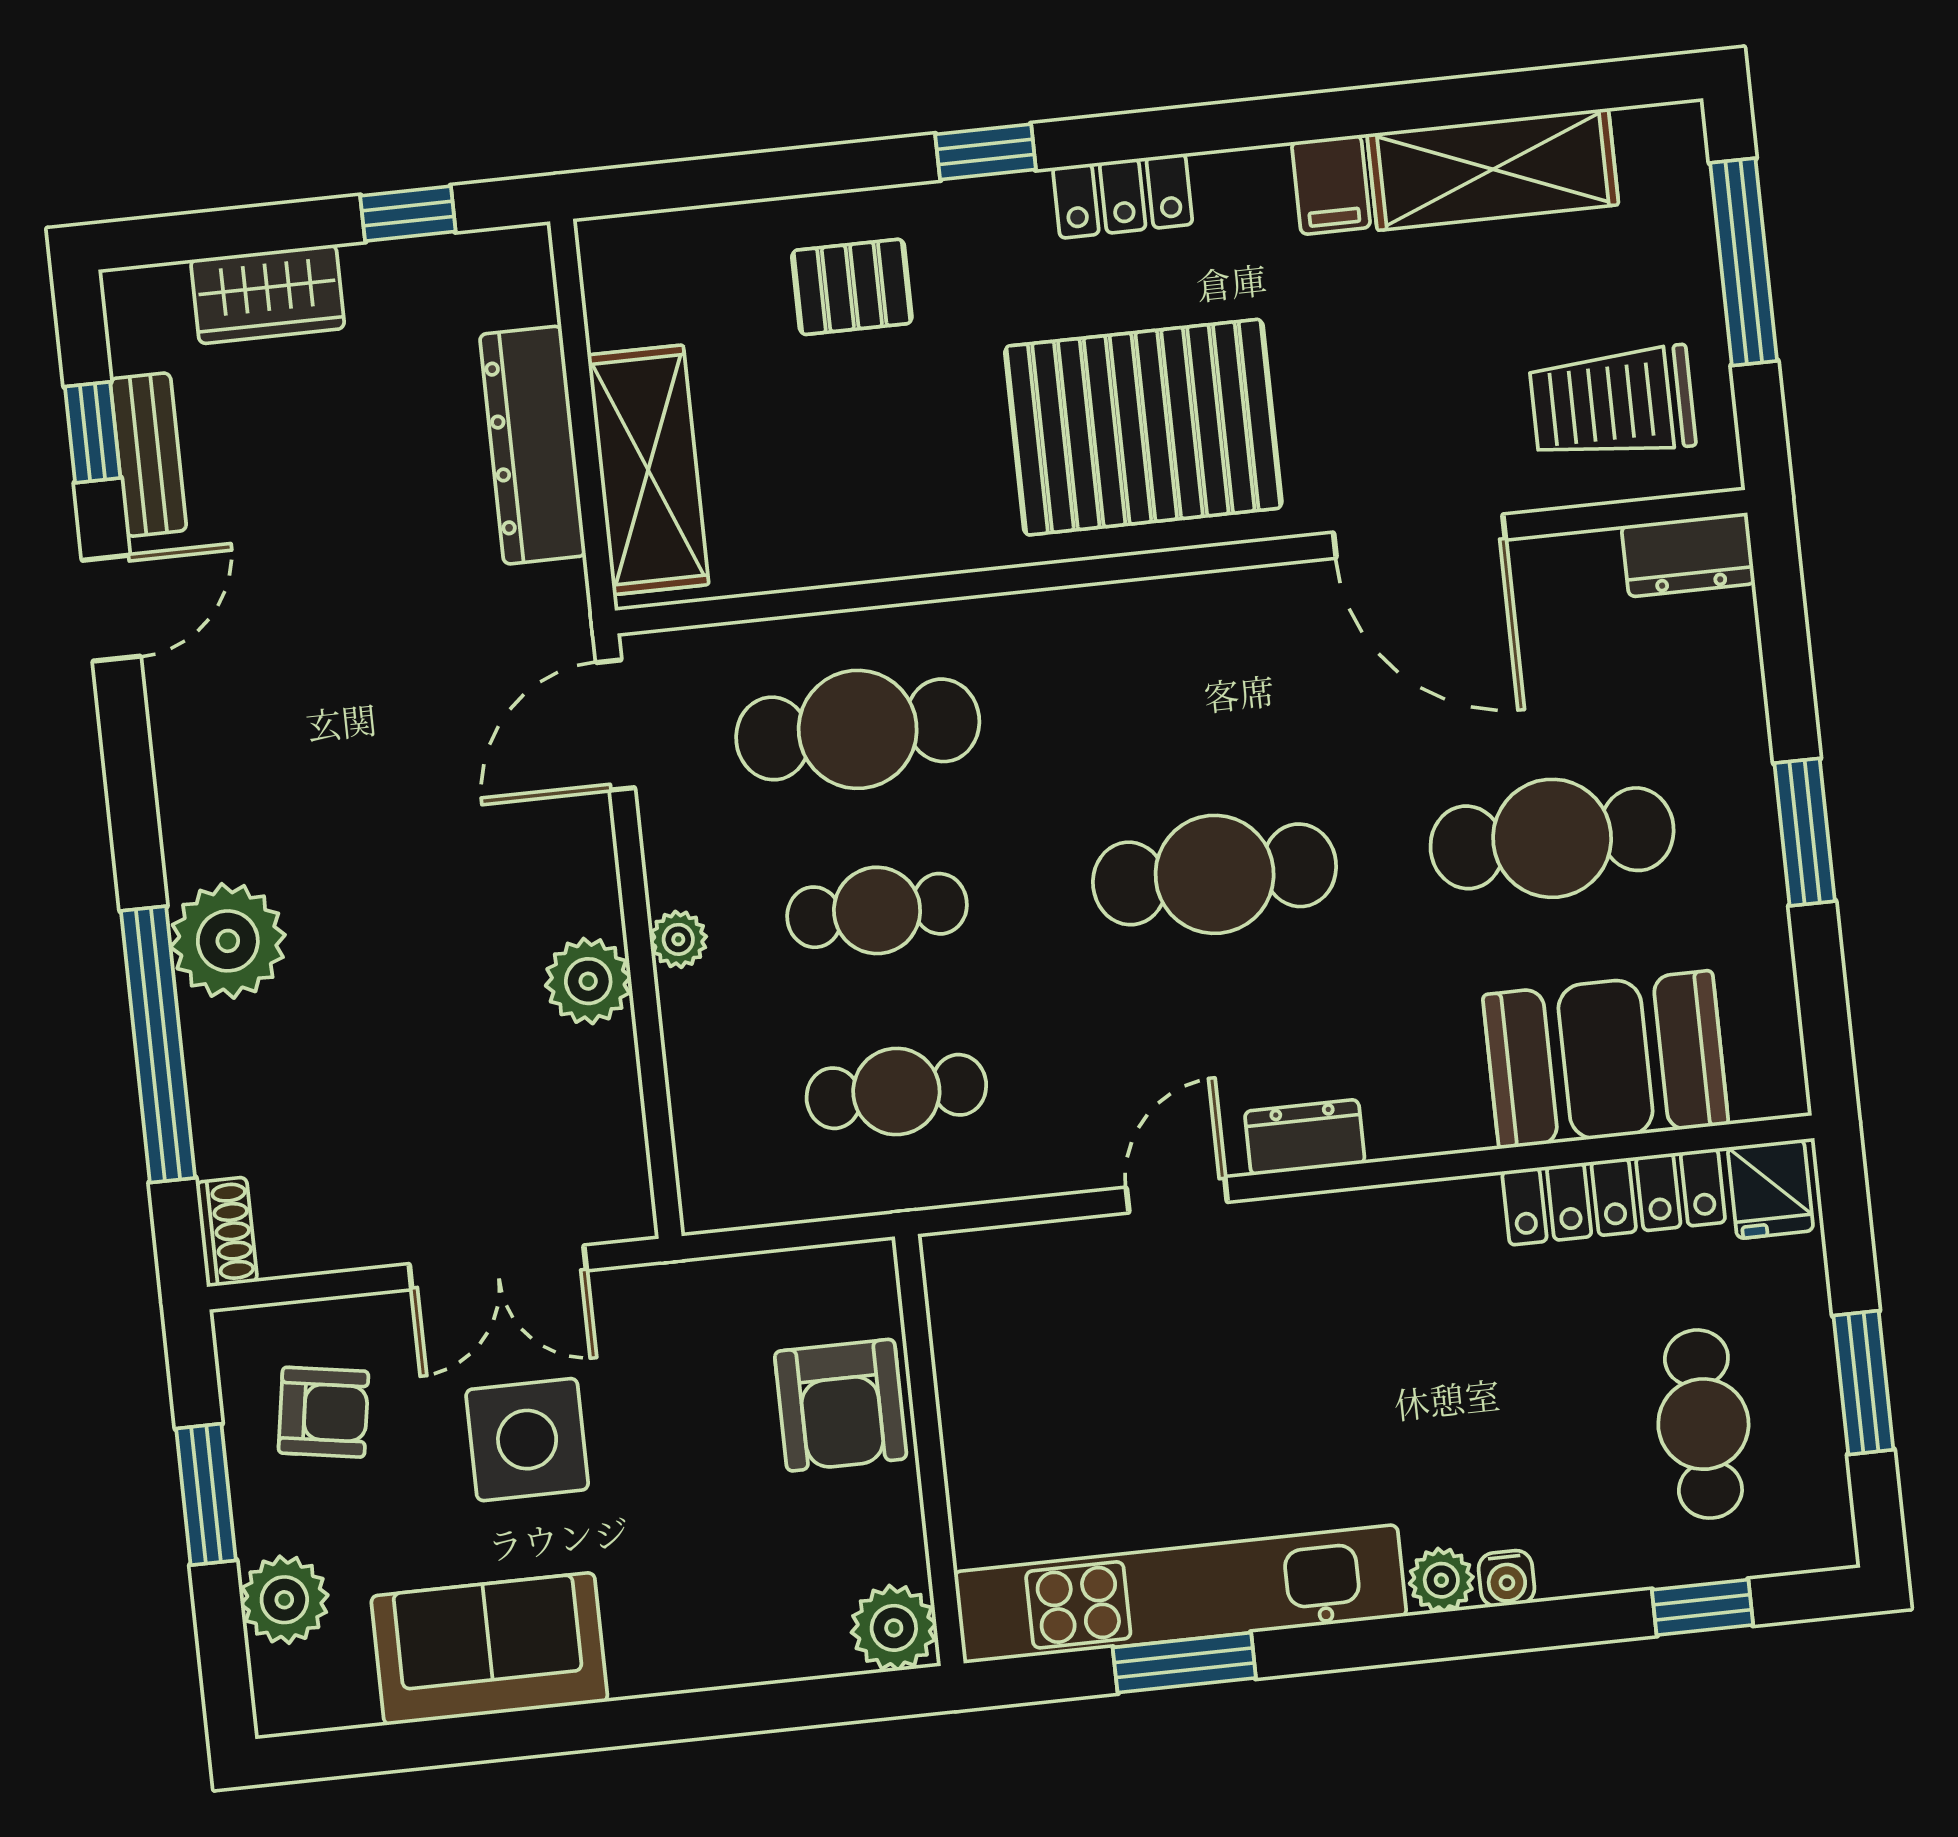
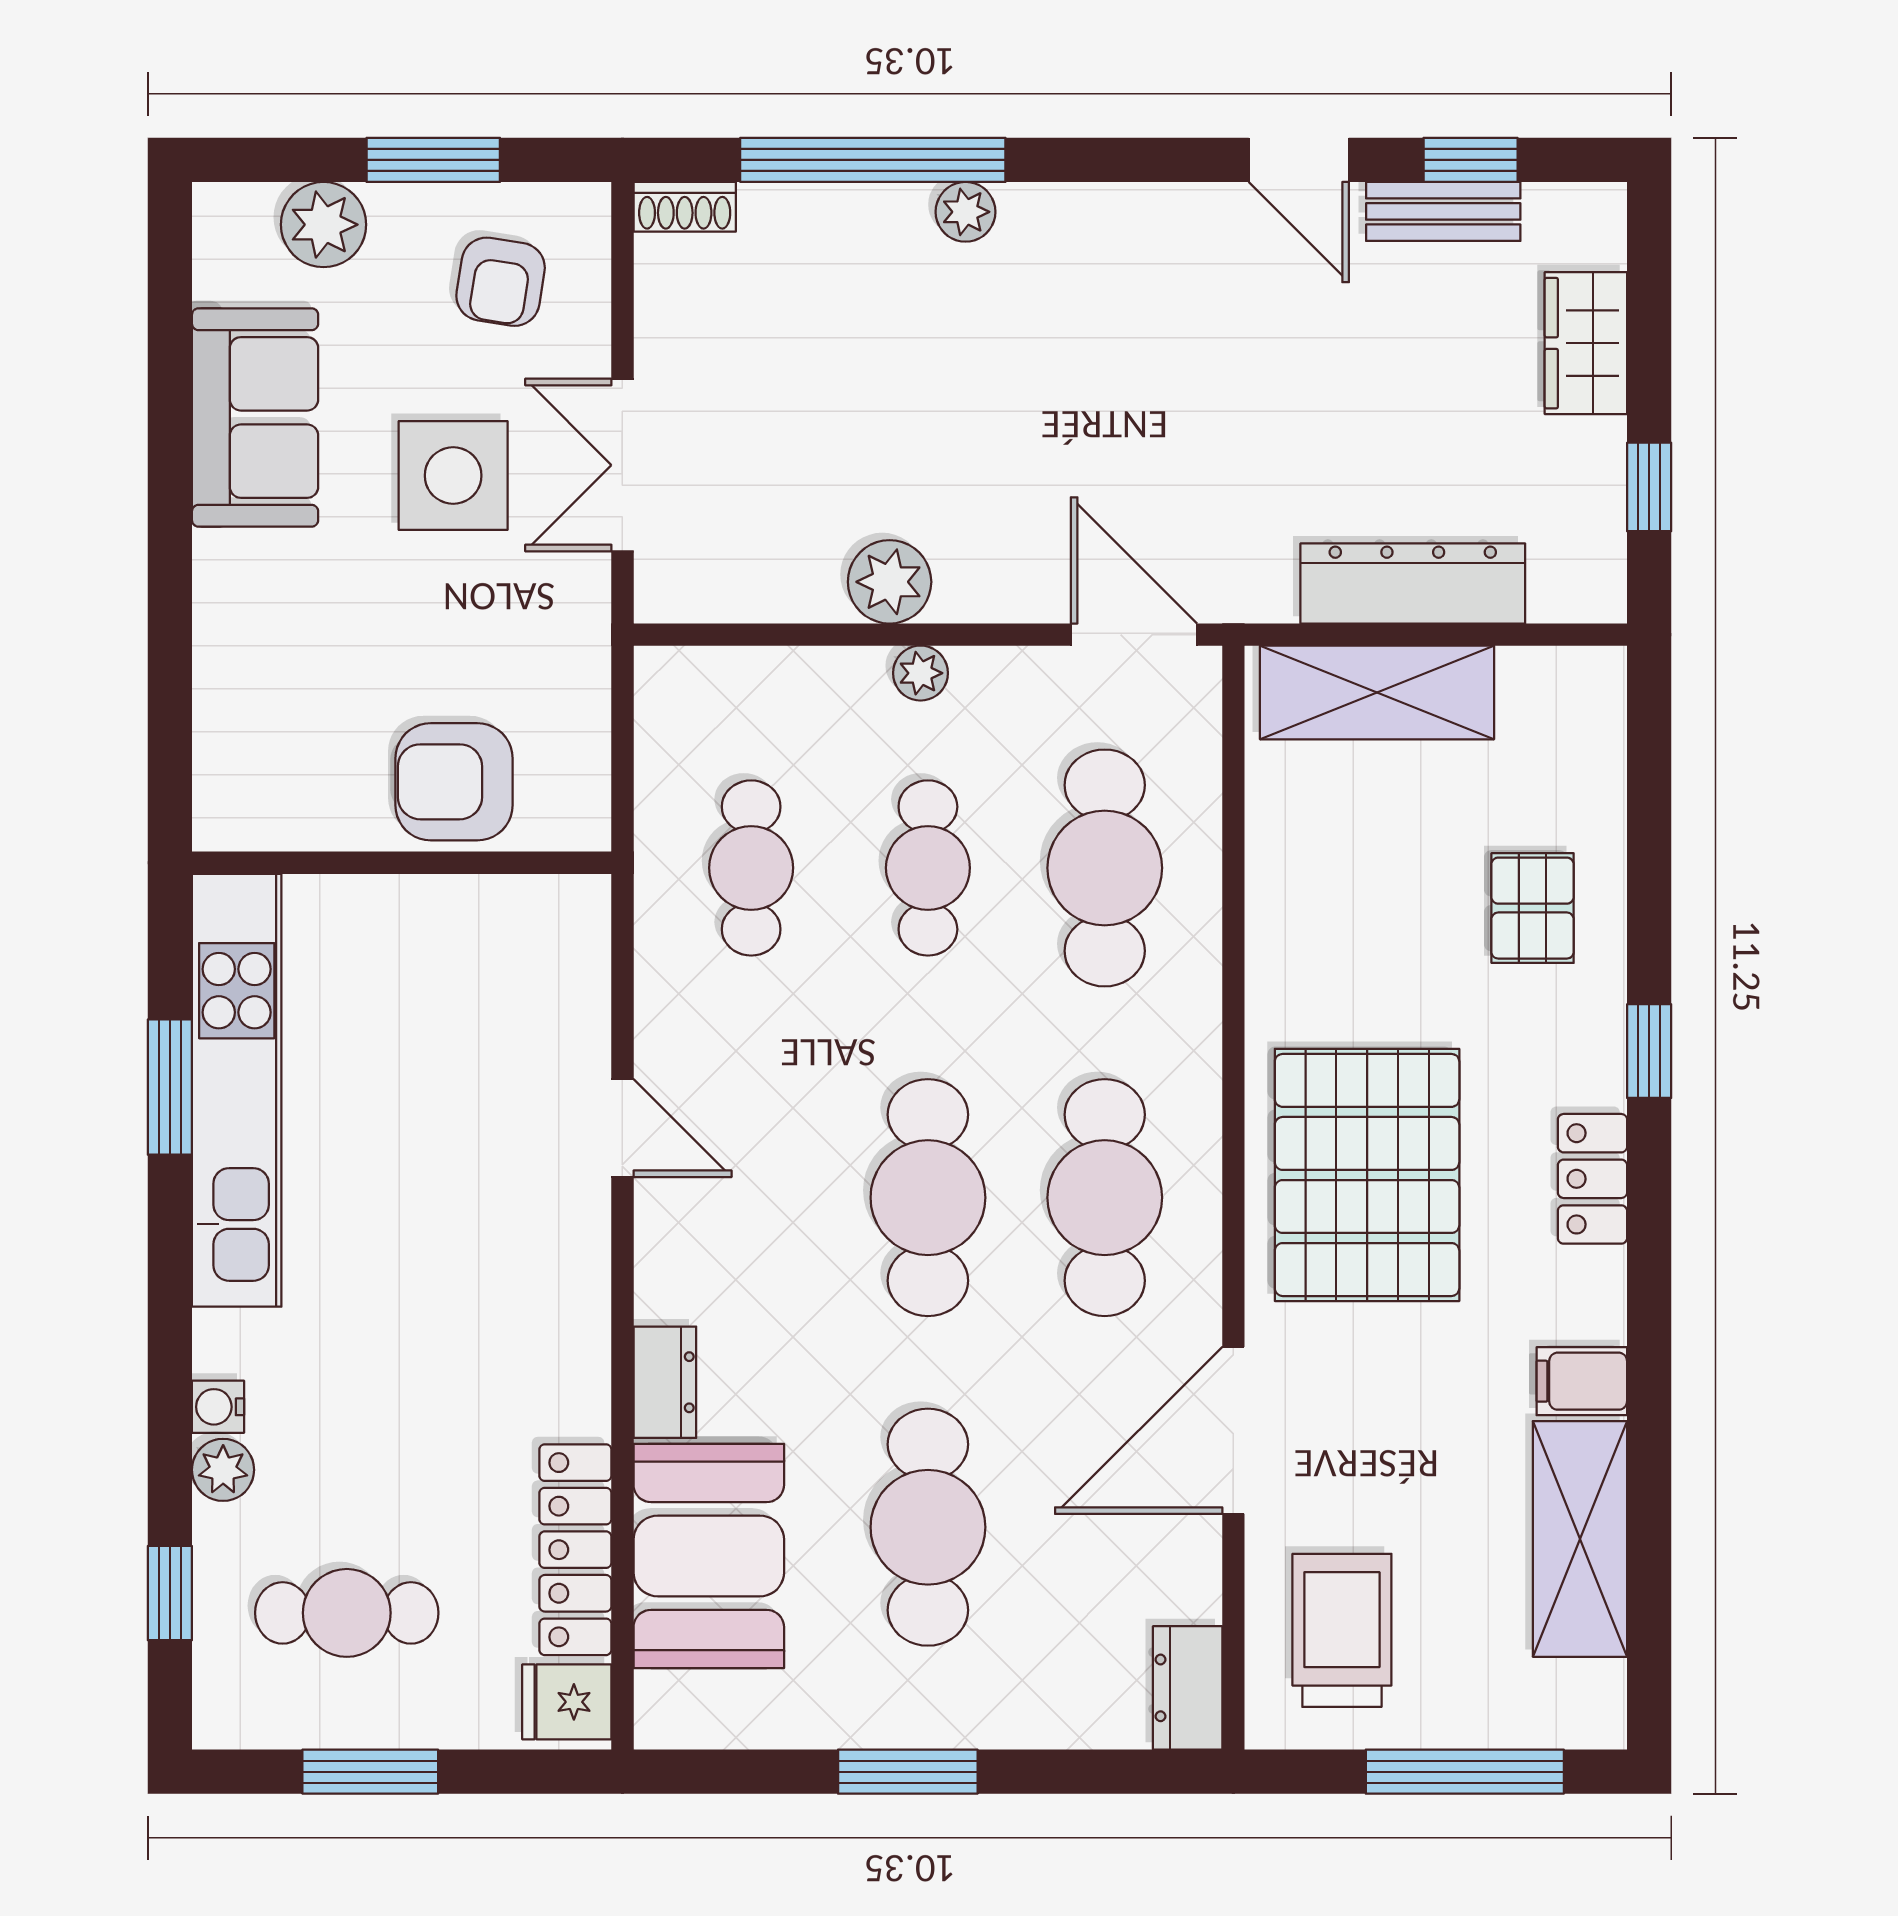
cafe table: (1195, 693) -> (1105, 1198), added
plant: (228, 941) -> (966, 212), width x0.53, depth x0.53
dresser: (1305, 1137) -> (665, 1382), moved
plant: (1441, 1580) -> (223, 1470), moved
plant: (894, 1628) -> (233, 810), removed

